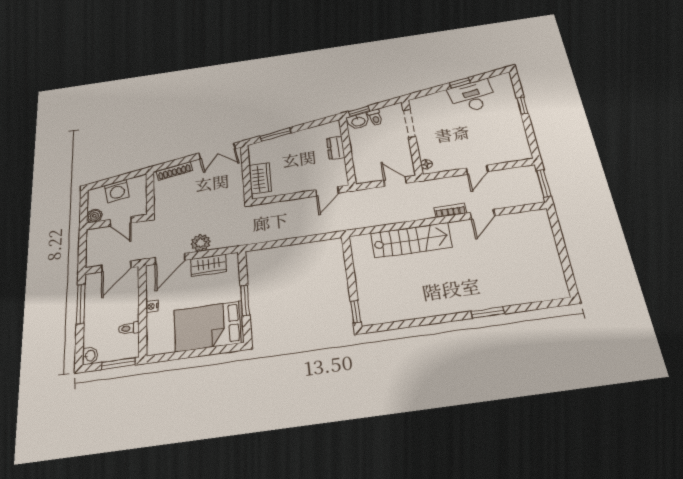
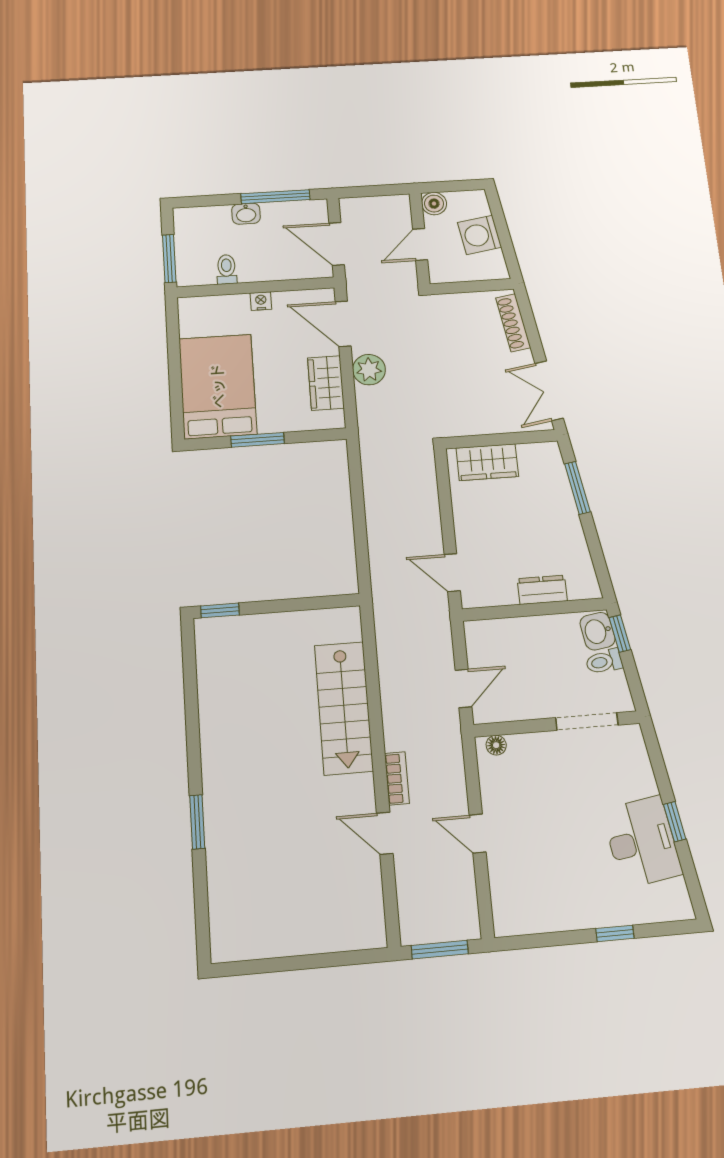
washbasin: (90, 356) -> (246, 214), moved

